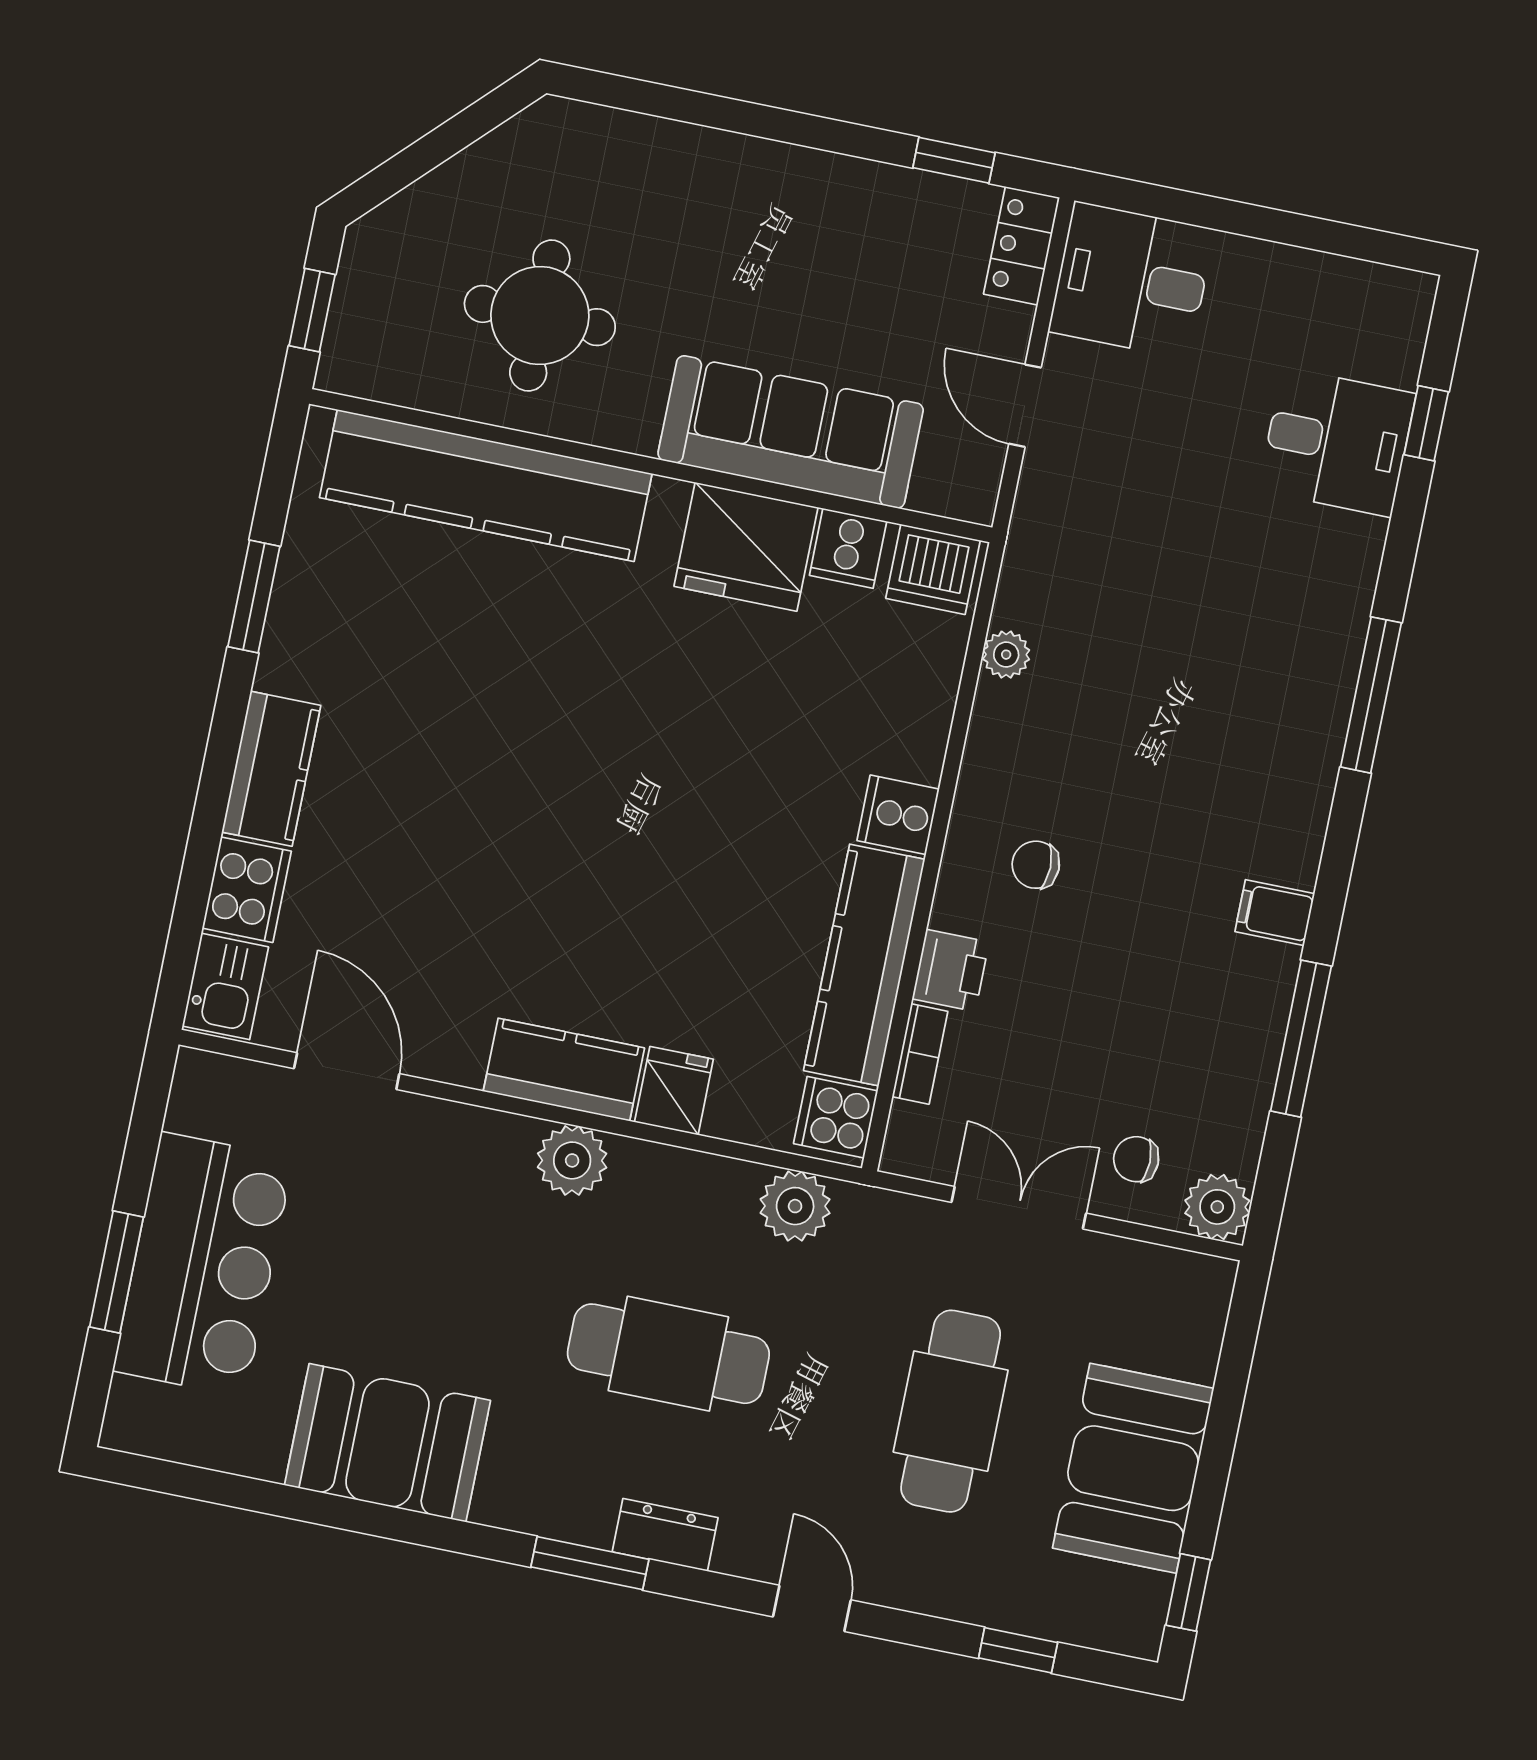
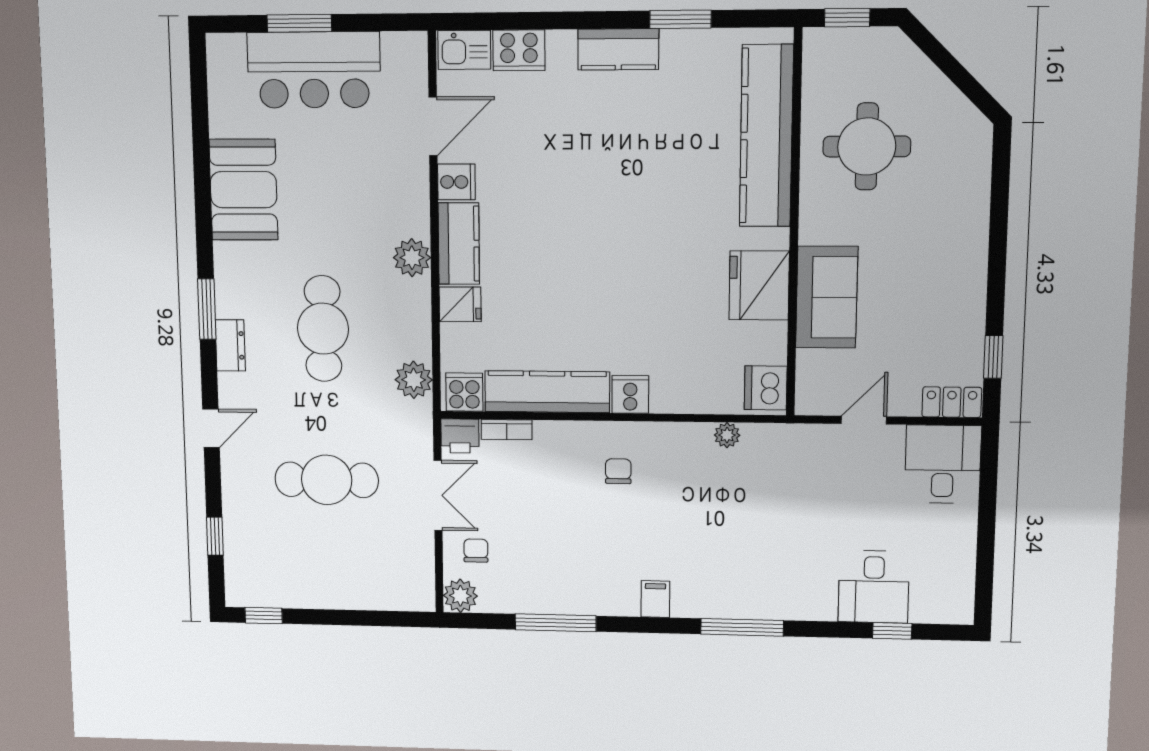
sofa: (791, 432) -> (827, 297), width x0.73
cooker: (848, 548) -> (456, 182), moved, turned 180
kitchen counter: (271, 769) -> (618, 49), moved
filing cabinet: (1275, 913) -> (655, 599), moved
printer: (951, 970) -> (460, 436), moved
booth: (1133, 1468) -> (319, 577), removed

